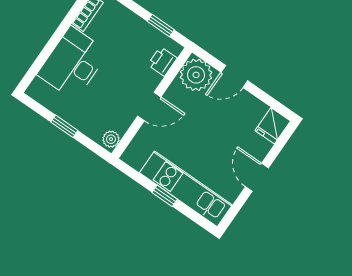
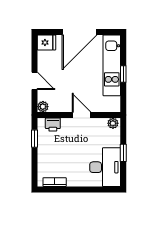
desk: (73, 63) -> (105, 167), moved, turned -90
plant: (196, 75) -> (43, 107), width x0.53, depth x0.53
door: (257, 177) -> (80, 32), width x1.87

